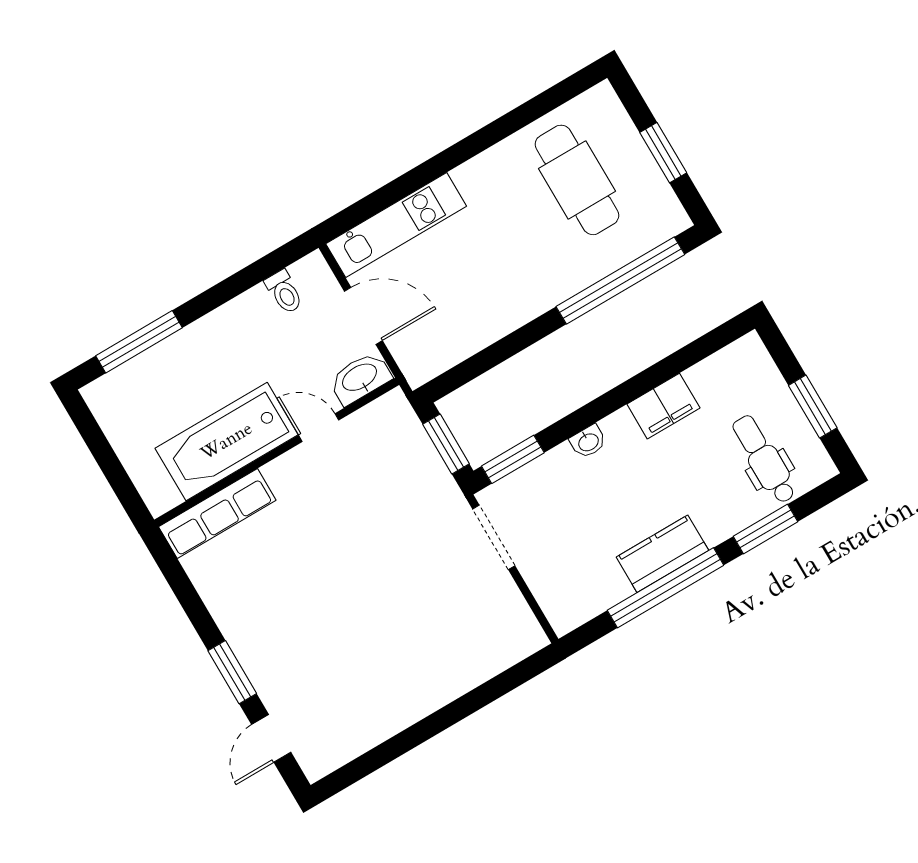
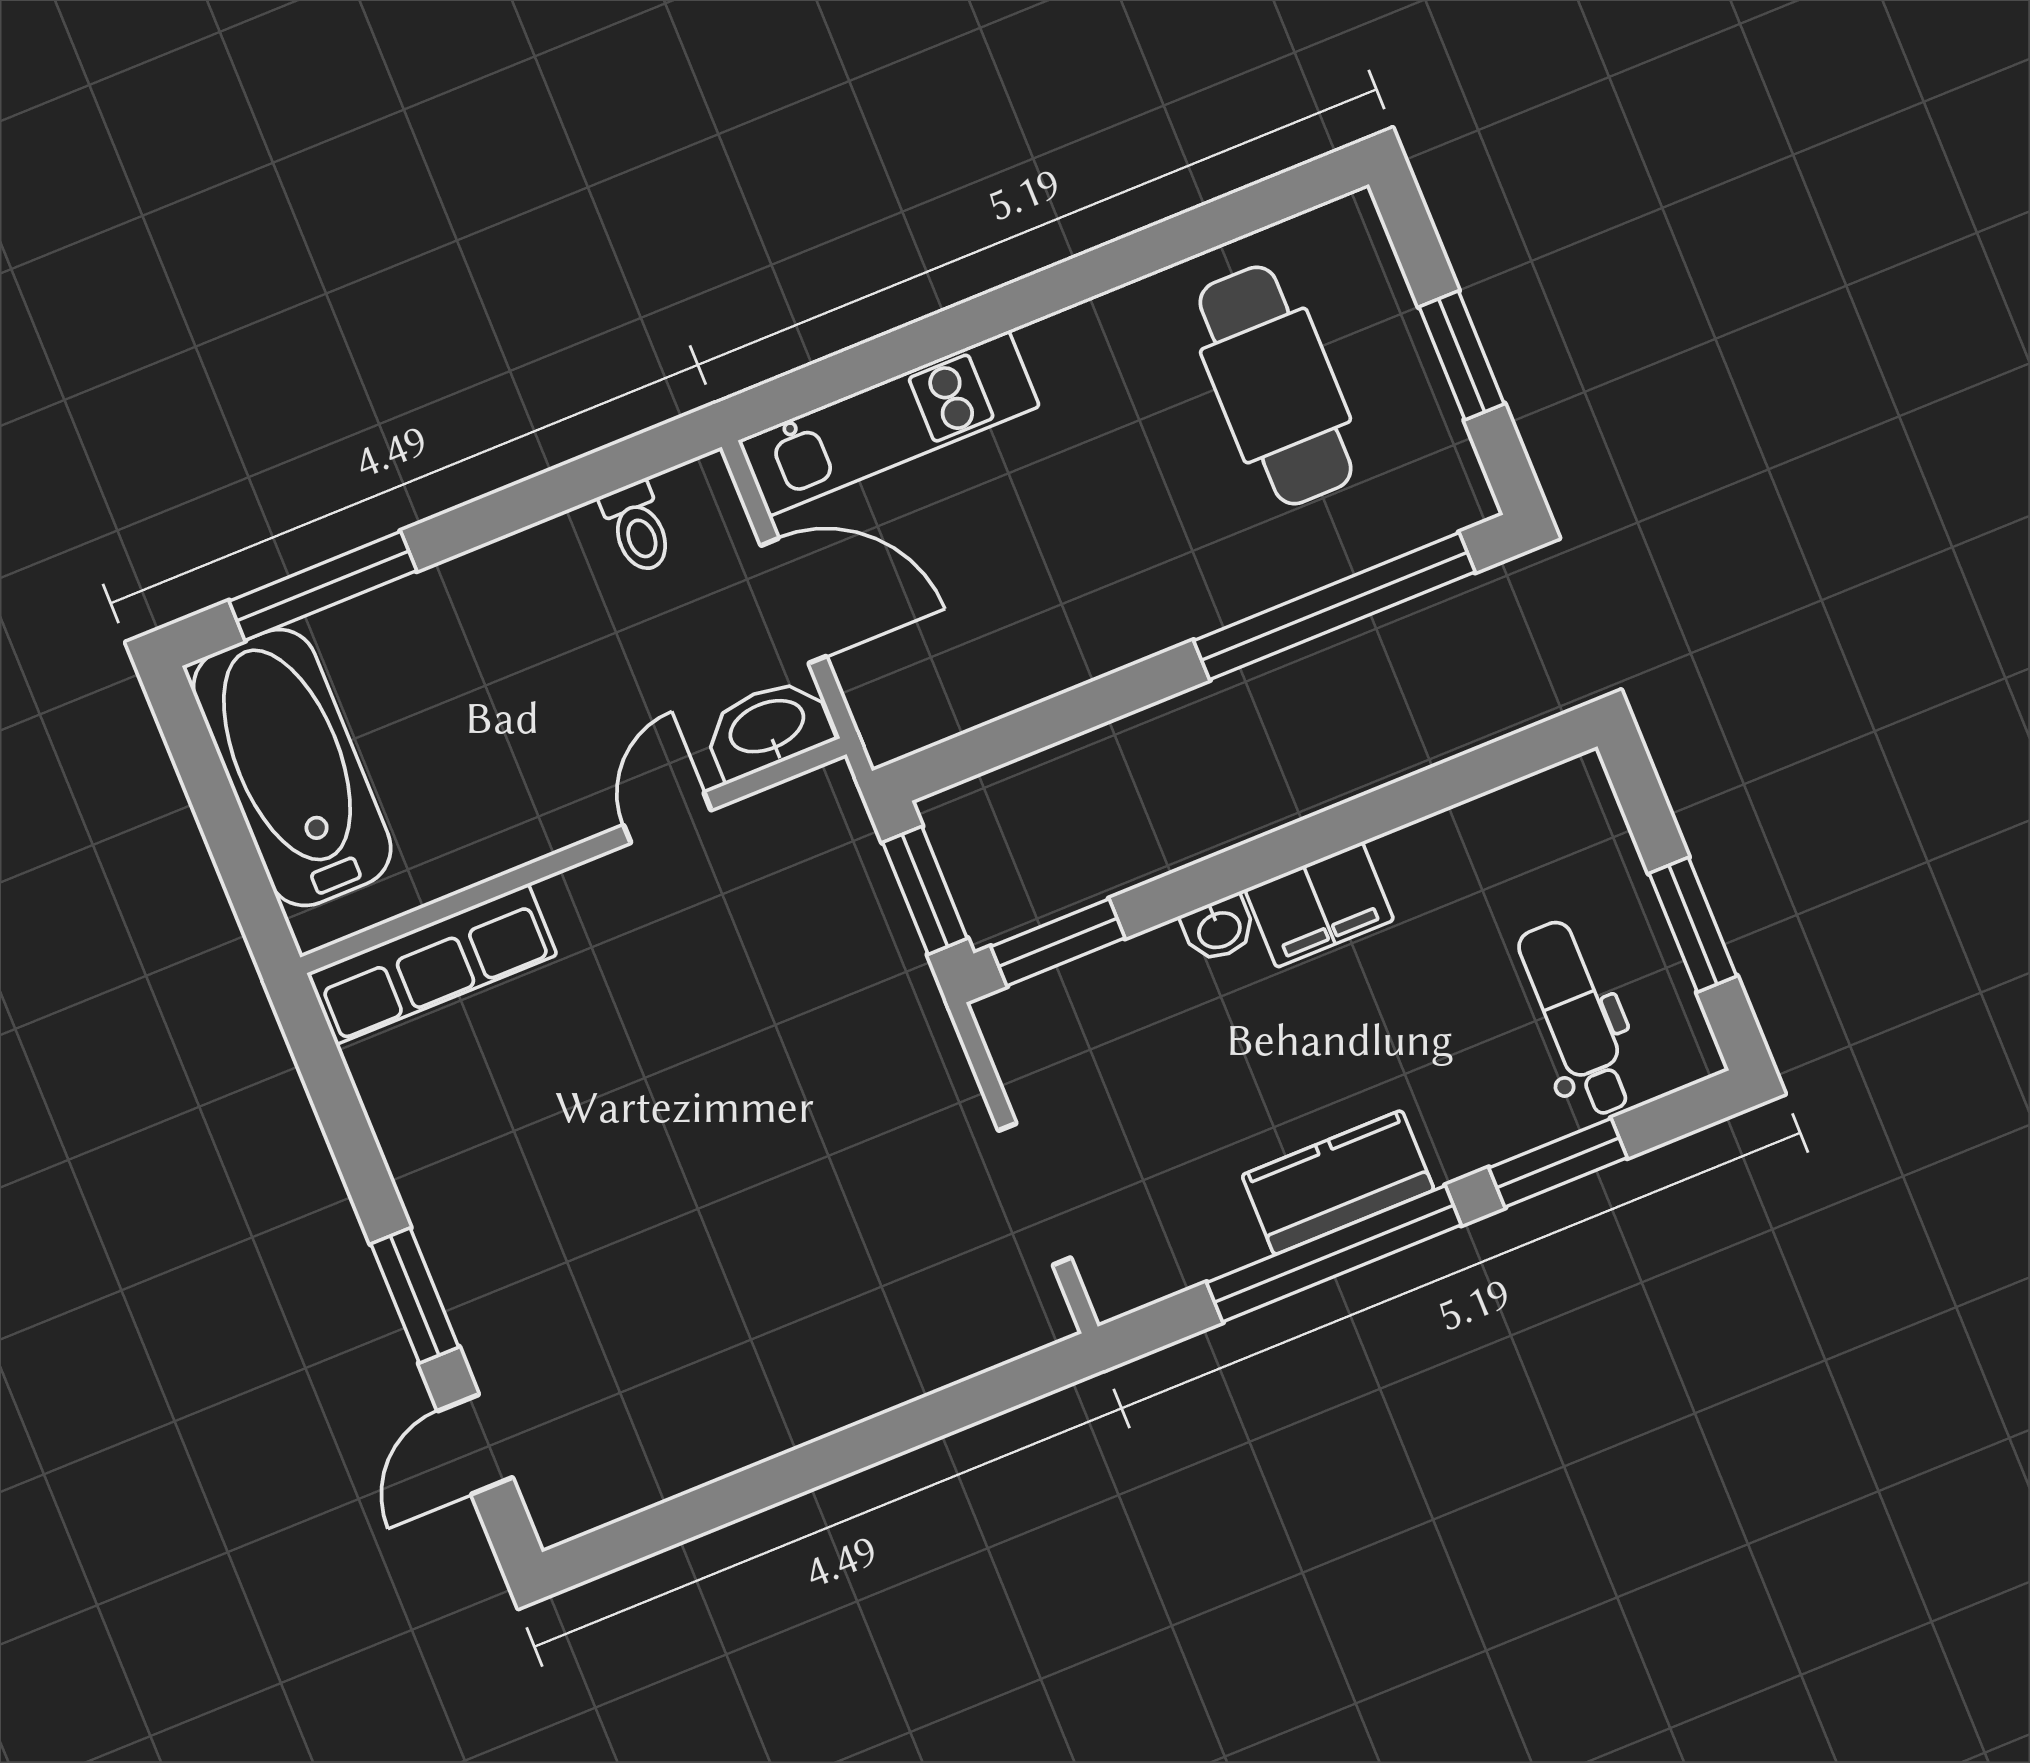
filing cabinet: (663, 406) -> (1319, 905), moved
door: (319, 428) -> (667, 818), hinge flipped
bathtub: (227, 442) -> (292, 768), moved, turned 90
doorway: (494, 537) -> (1035, 1194), moved

